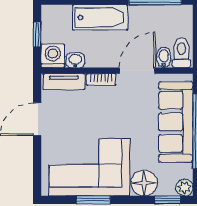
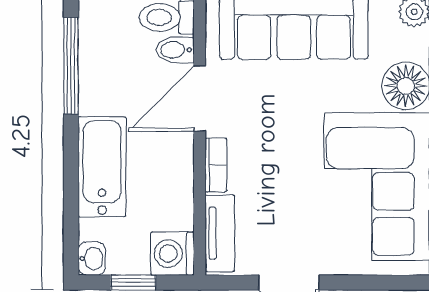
washbasin: (75, 60) -> (92, 259), moved, turned 180
door: (137, 71) -> (200, 98), hinge flipped

